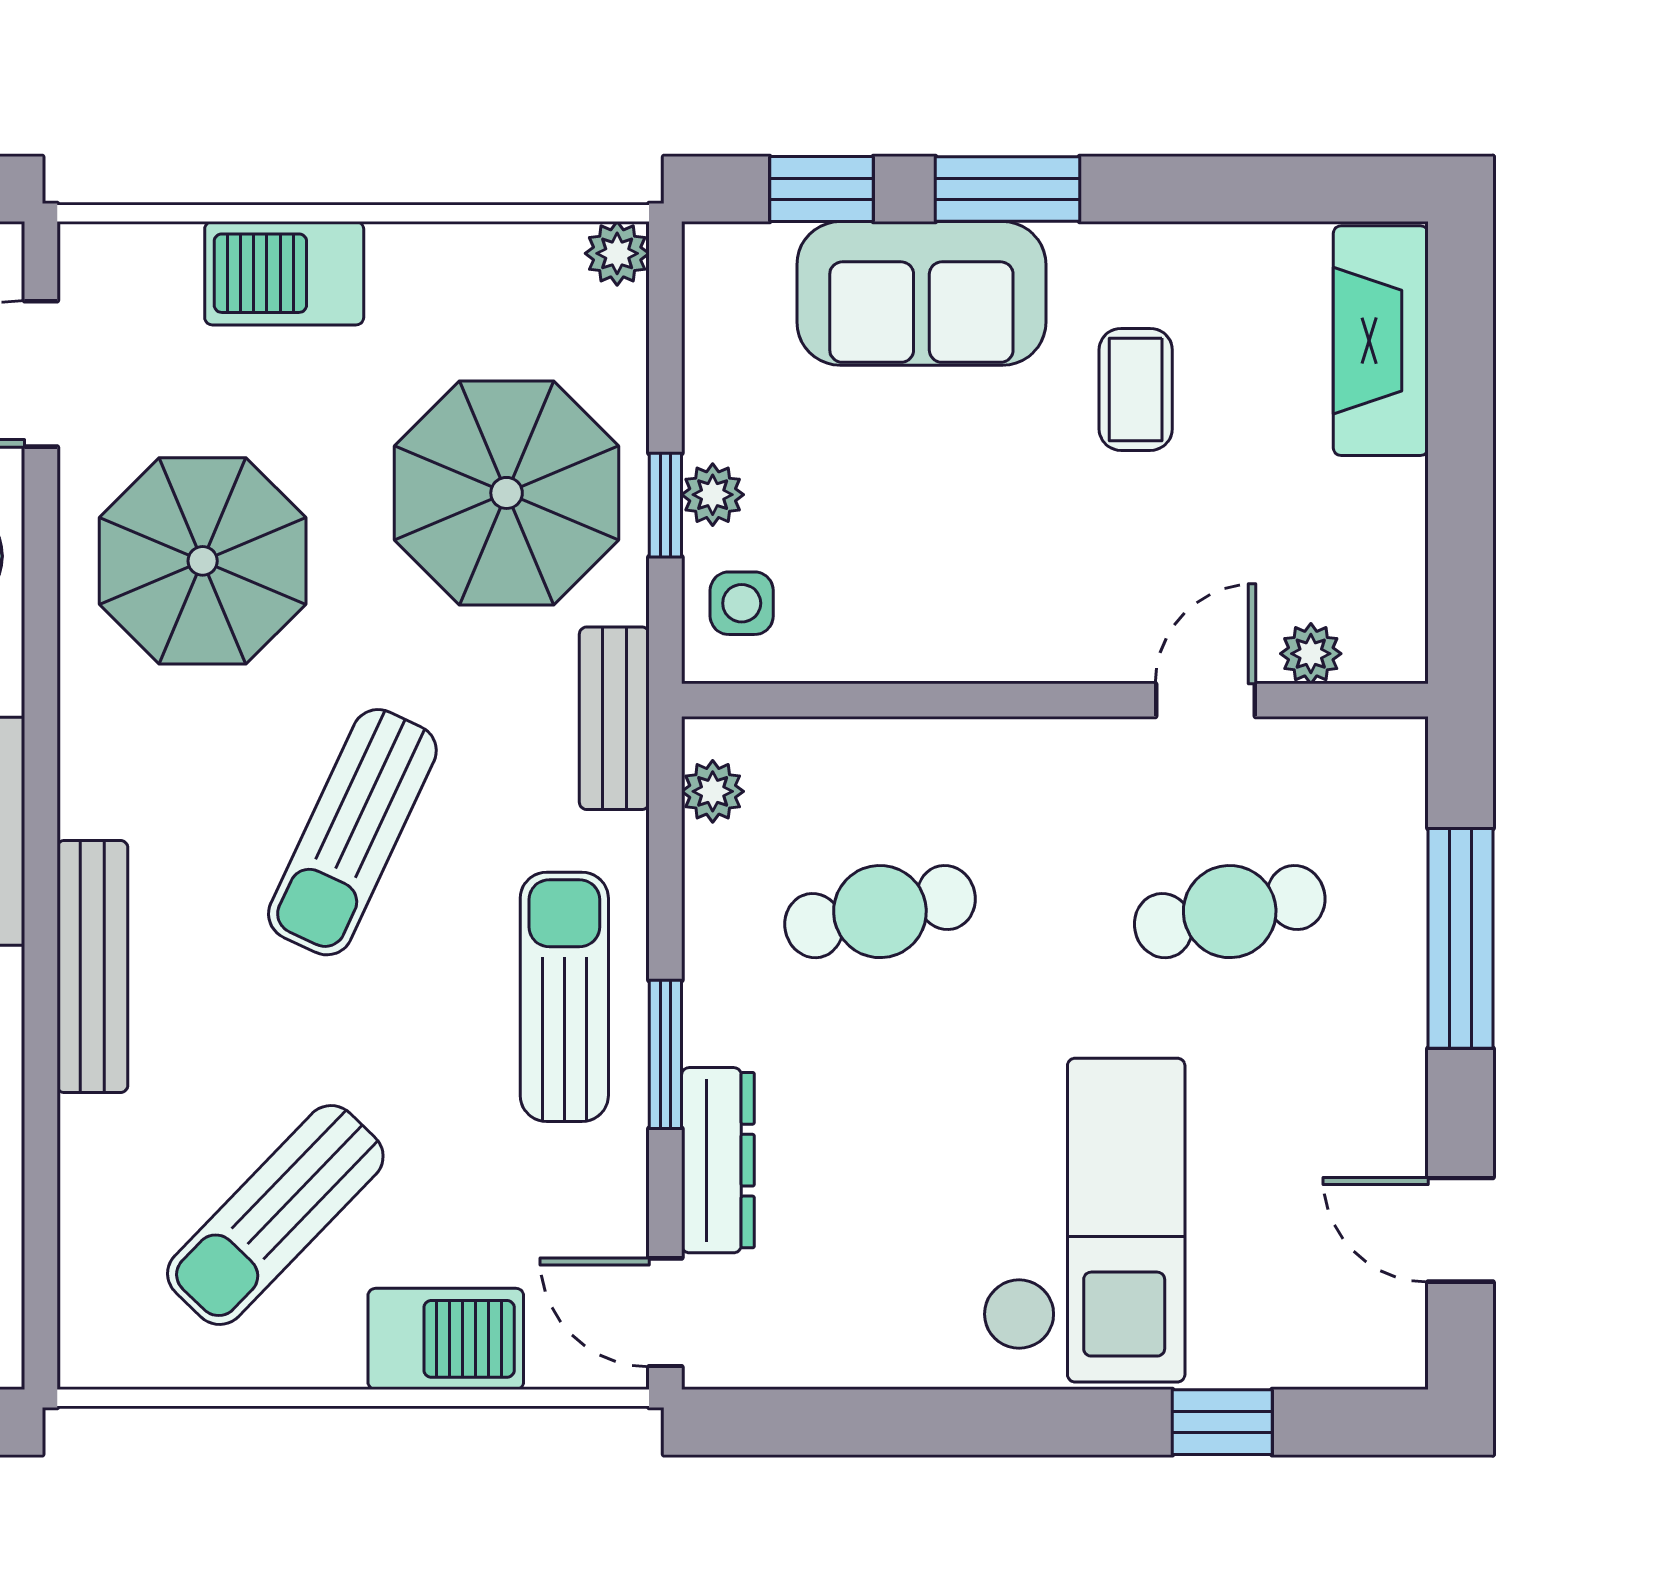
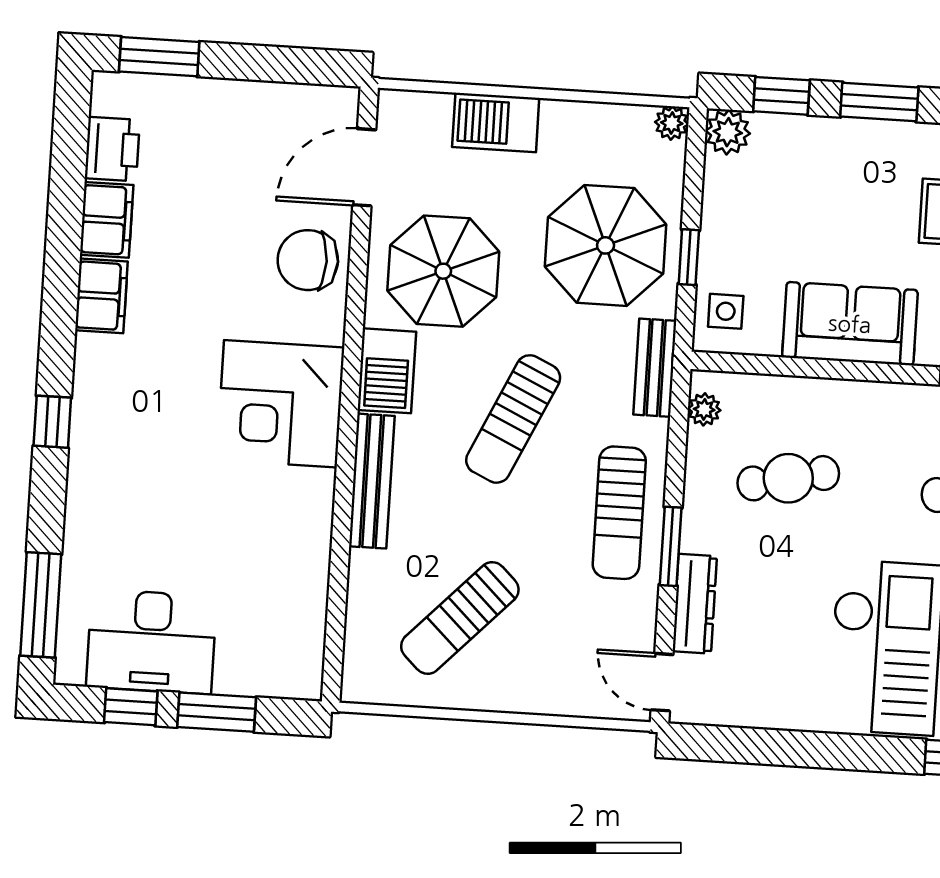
sofa: (921, 293) -> (850, 324), moved, turned 180
plant: (713, 495) -> (728, 132), moved, width x1.38, depth x1.38
sun lounger: (564, 997) -> (619, 513), turned 180
barbecue: (446, 1339) -> (387, 371), moved, turned 90

